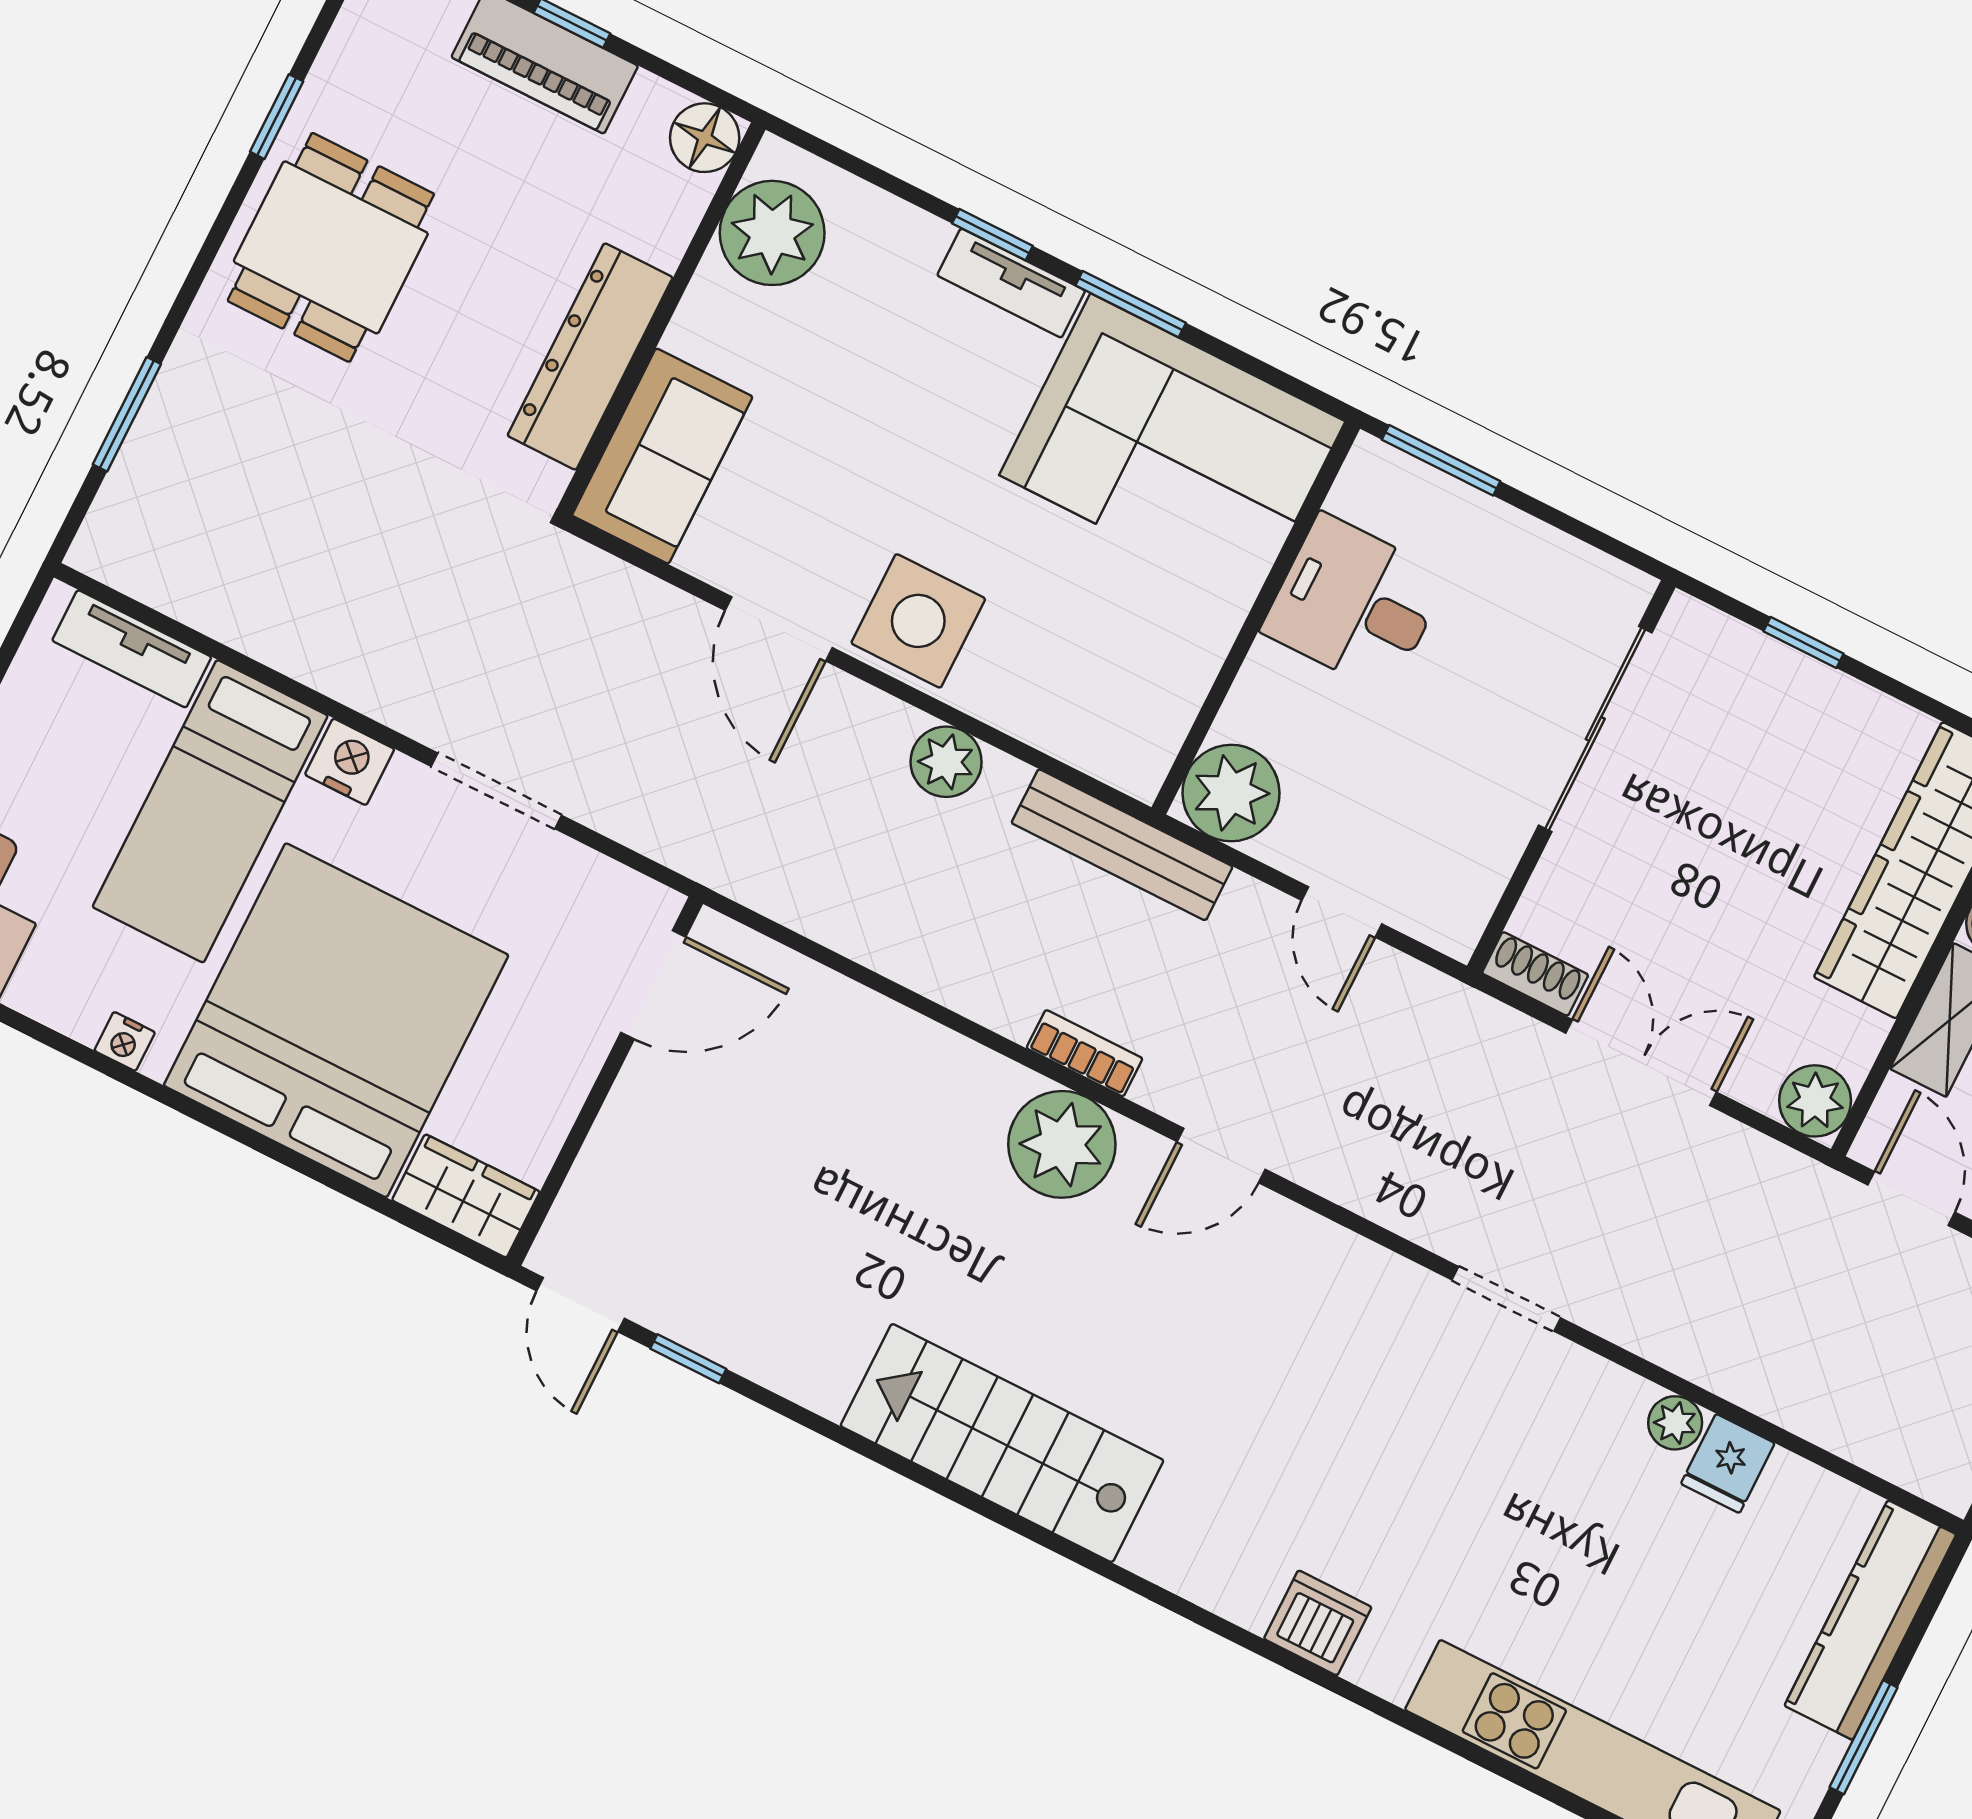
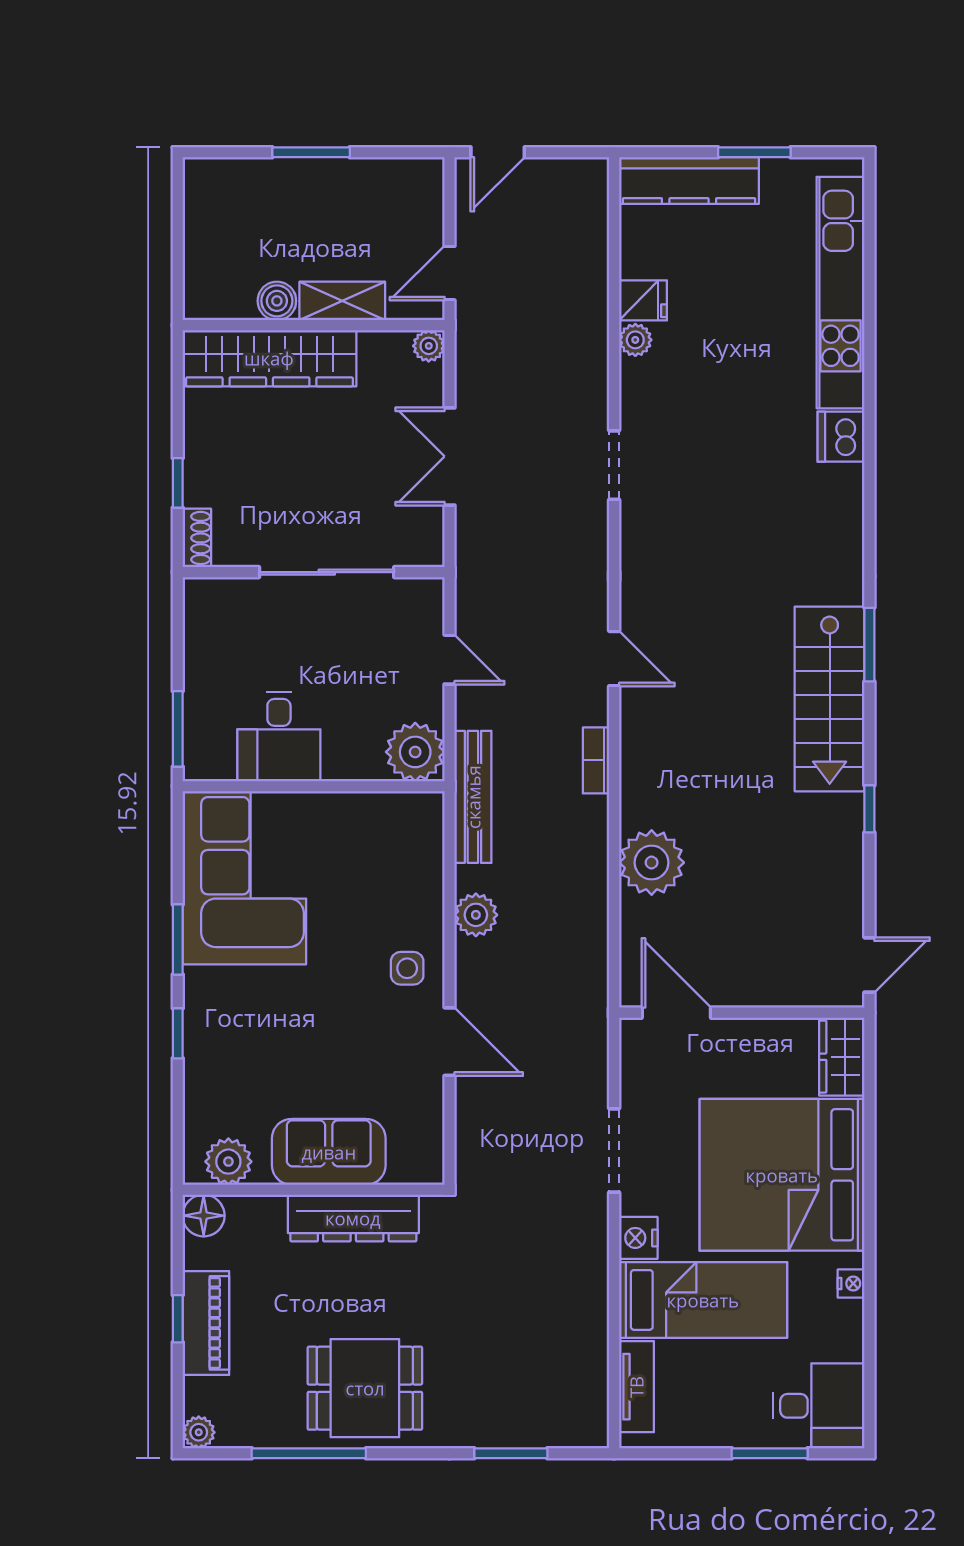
window: (277, 117) -> (309, 1453), width x2.17
plant: (772, 233) -> (228, 1162), width x0.73, depth x0.73
tv unit: (1011, 283) -> (199, 1010), removed
sofa: (662, 456) -> (329, 1152), moved
side table: (918, 621) -> (407, 968), width x0.54, depth x0.54
door: (779, 629) -> (449, 1042), hinge flipped
sliding door: (1595, 729) -> (327, 572), moved
door: (1342, 912) -> (449, 660), hinge flipped
shoe rack: (1535, 974) -> (197, 538), moved, turned 180
plant: (1815, 1101) -> (429, 346), width x0.73, depth x0.73
plant: (1062, 1144) -> (652, 863), moved
window: (688, 1359) -> (869, 809), moved
window: (1053, 1542) -> (869, 645), added
dishwasher: (1318, 1623) -> (841, 437), moved

